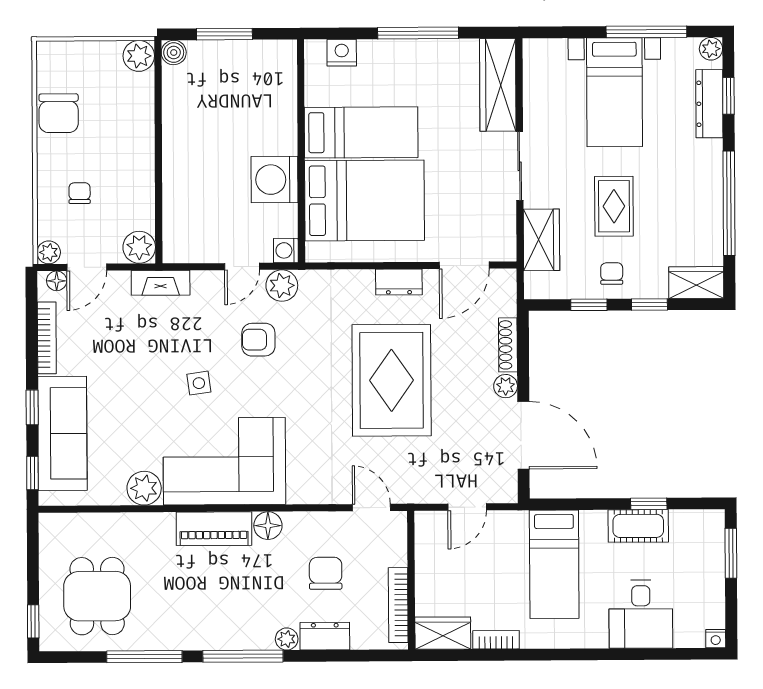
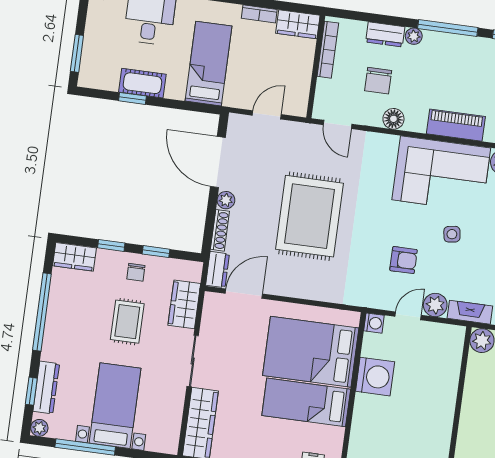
dresser: (399, 282) -> (217, 270), moved, turned 90
plant: (282, 286) -> (435, 305), moved
floor lamp: (268, 526) -> (393, 119), moved

